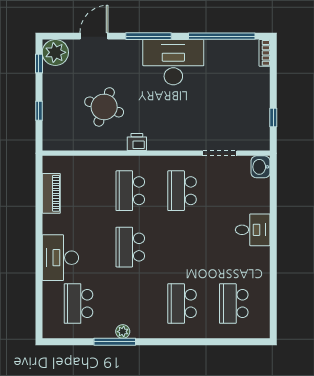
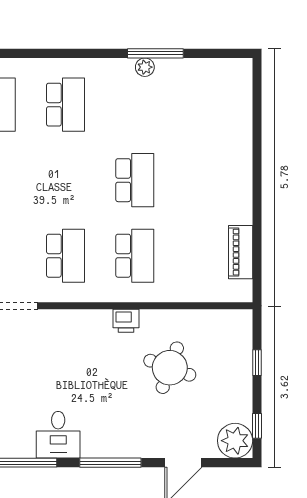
desk: (173, 62) -> (58, 435), width x0.53, depth x0.77
desk: (60, 258) -> (228, 166), removed
school desk: (78, 304) -> (204, 105), removed

